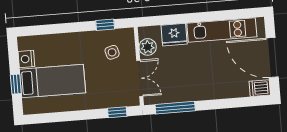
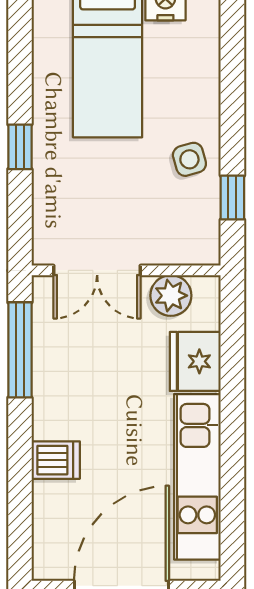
side table: (112, 52) -> (189, 159), moved
dishwasher: (260, 88) -> (56, 460), moved, turned 90
window: (117, 112) -> (20, 147), moved

